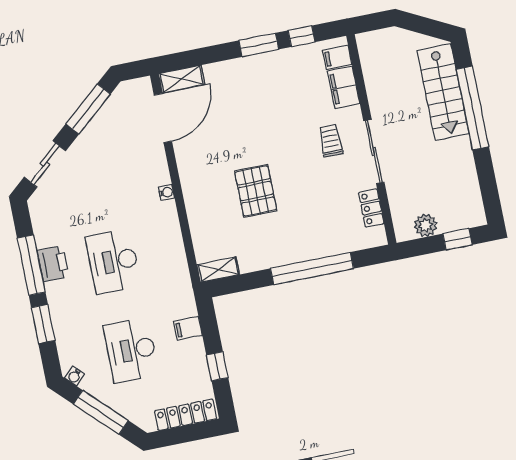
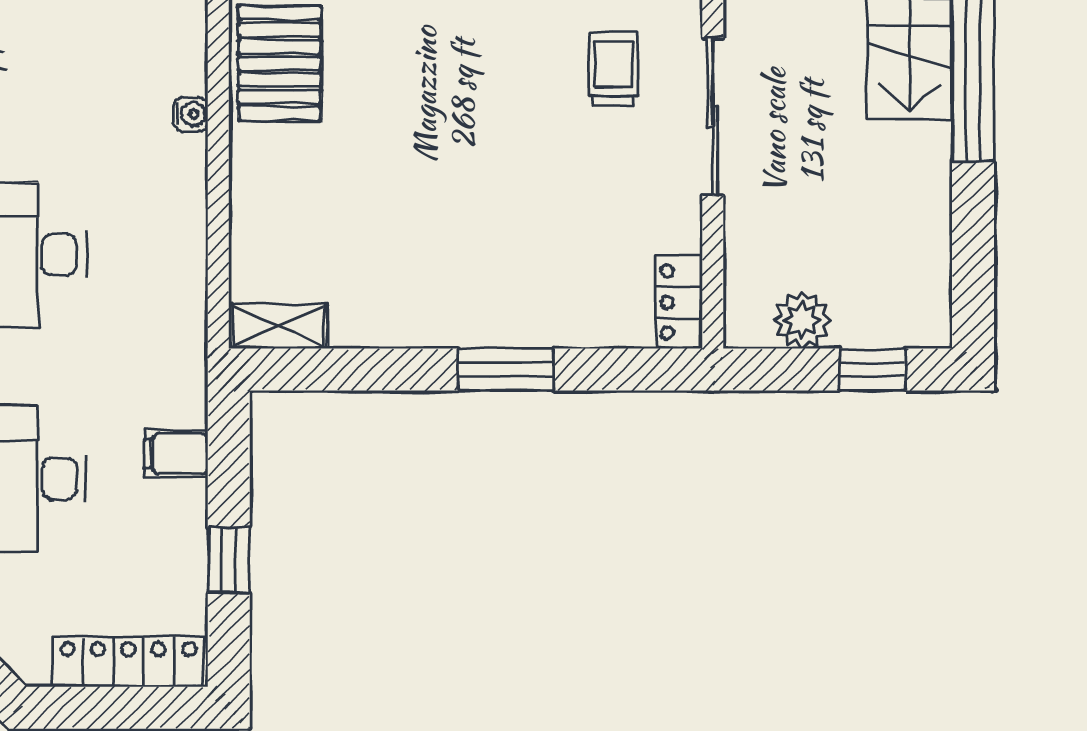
pallet: (256, 191) -> (280, 63), moved
locker: (371, 208) -> (679, 302), moved
window: (312, 269) -> (506, 369), width x0.47

